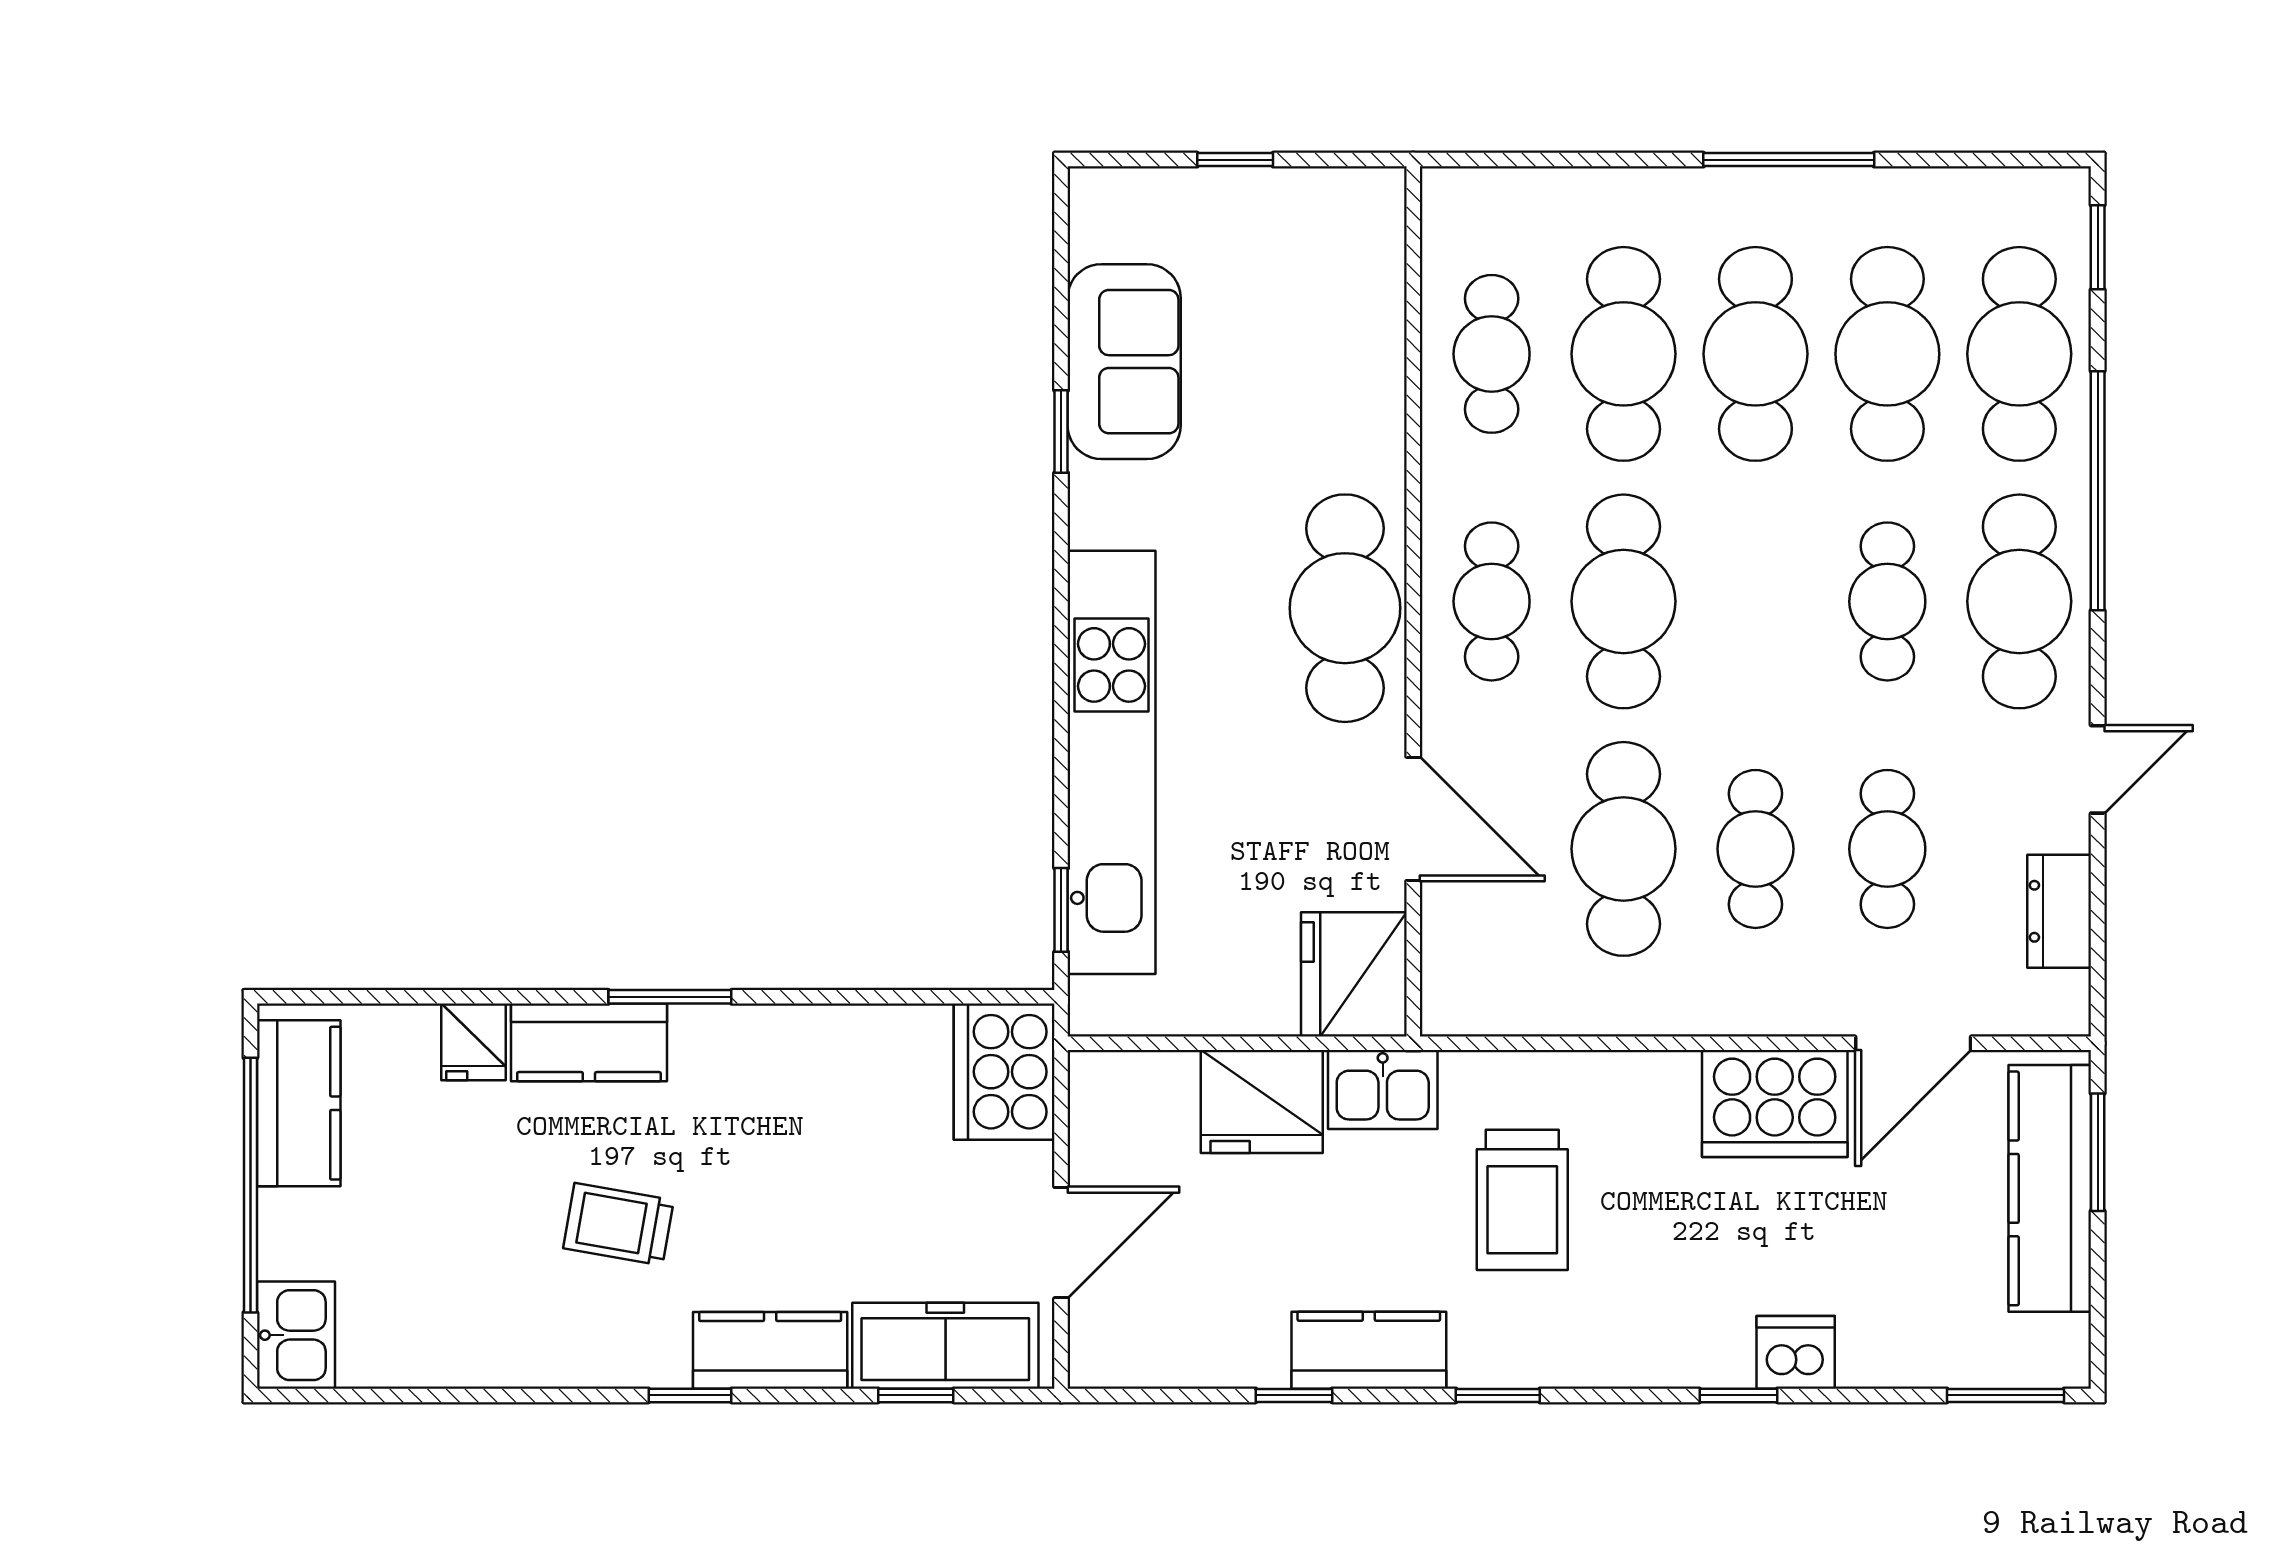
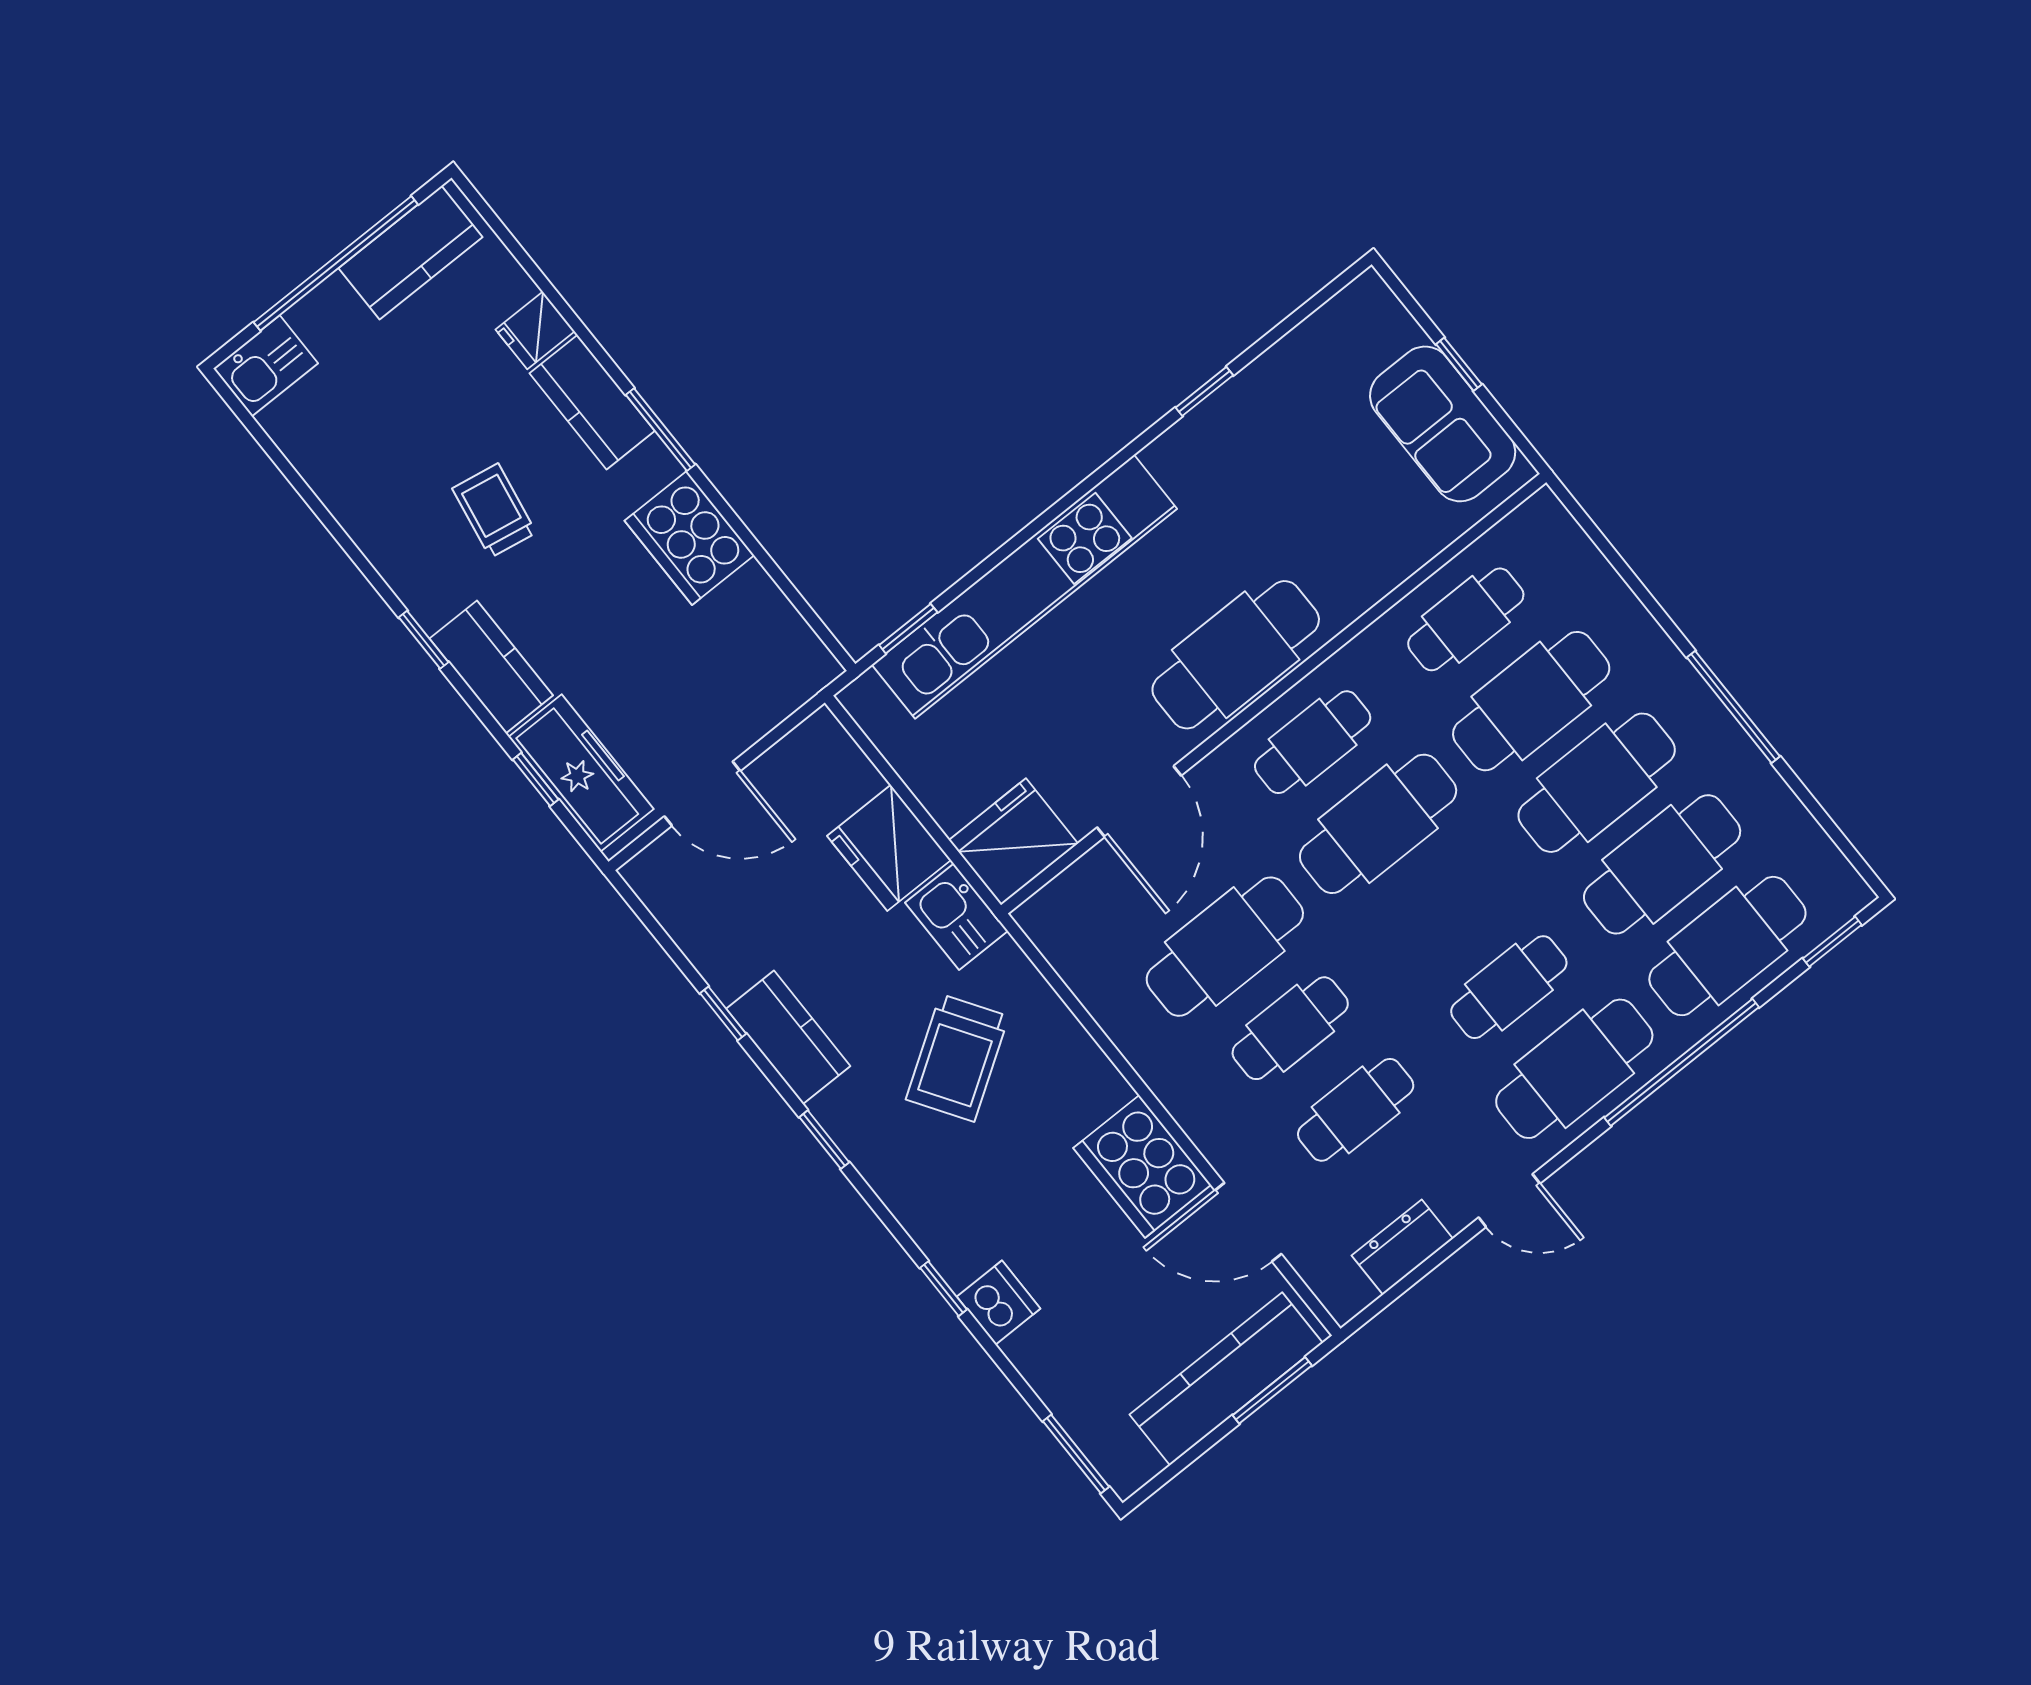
sofa: (1124, 362) -> (1443, 424), moved, turned 90
cooker: (1004, 1072) -> (689, 538), moved, turned -90
trolley: (1522, 1200) -> (957, 1058), turned -33

